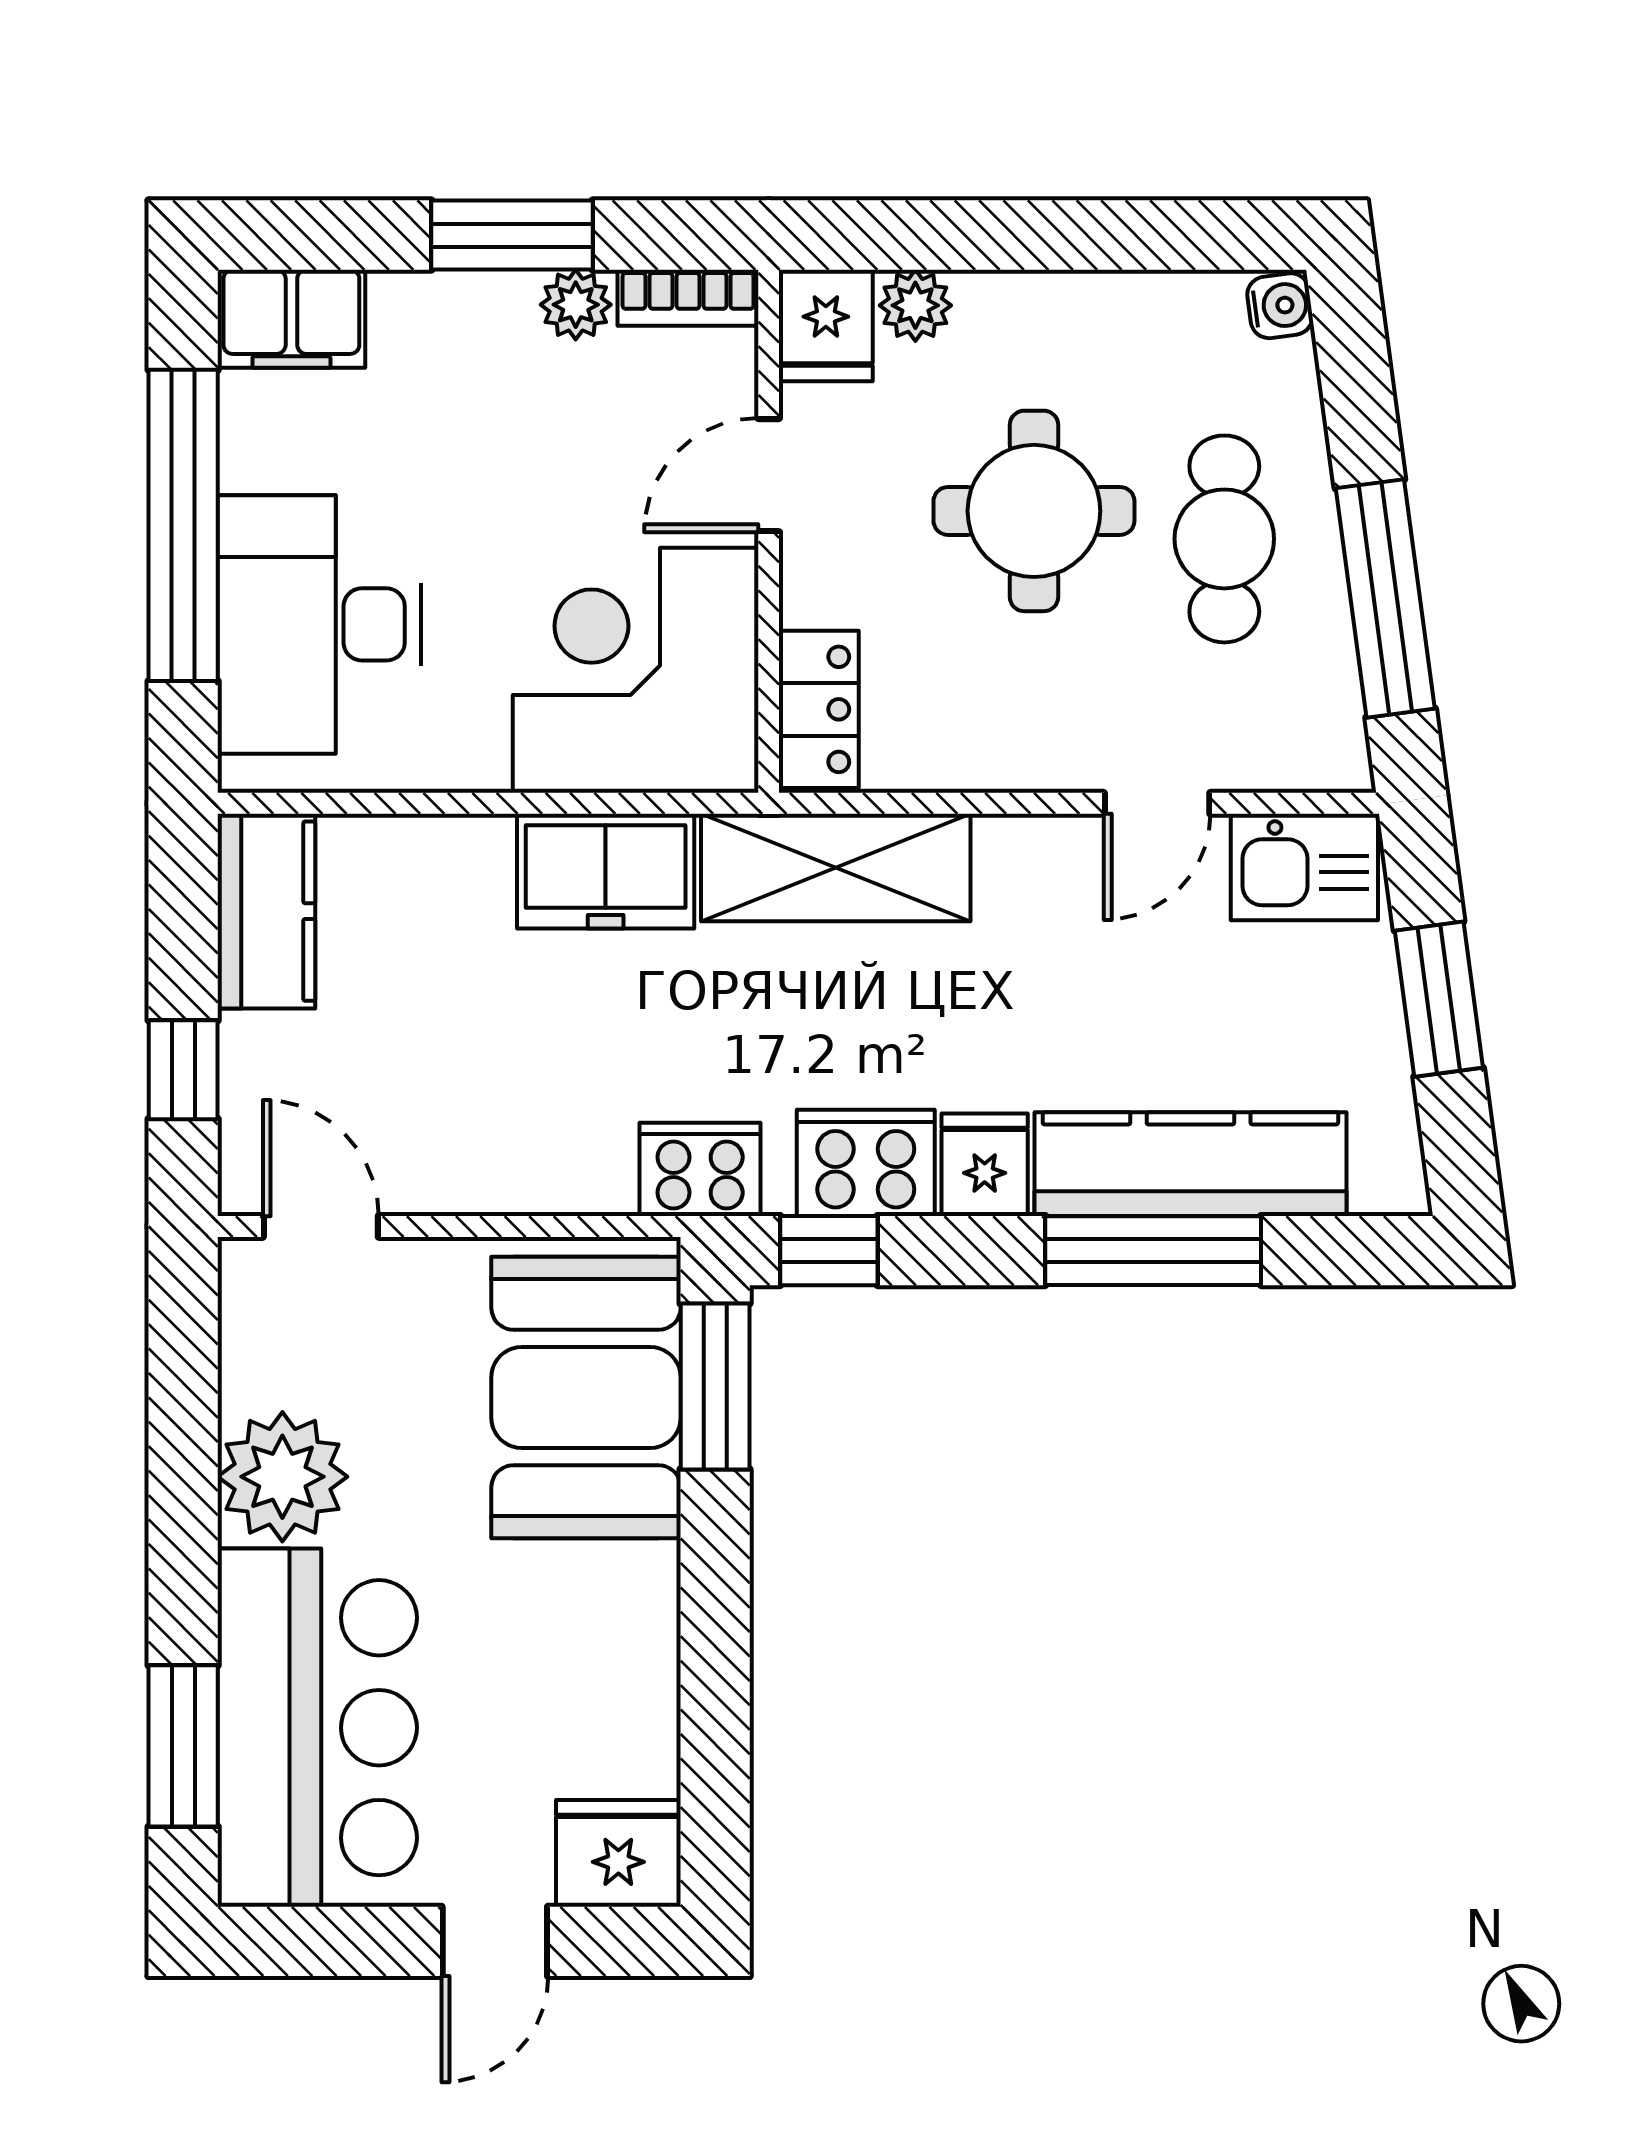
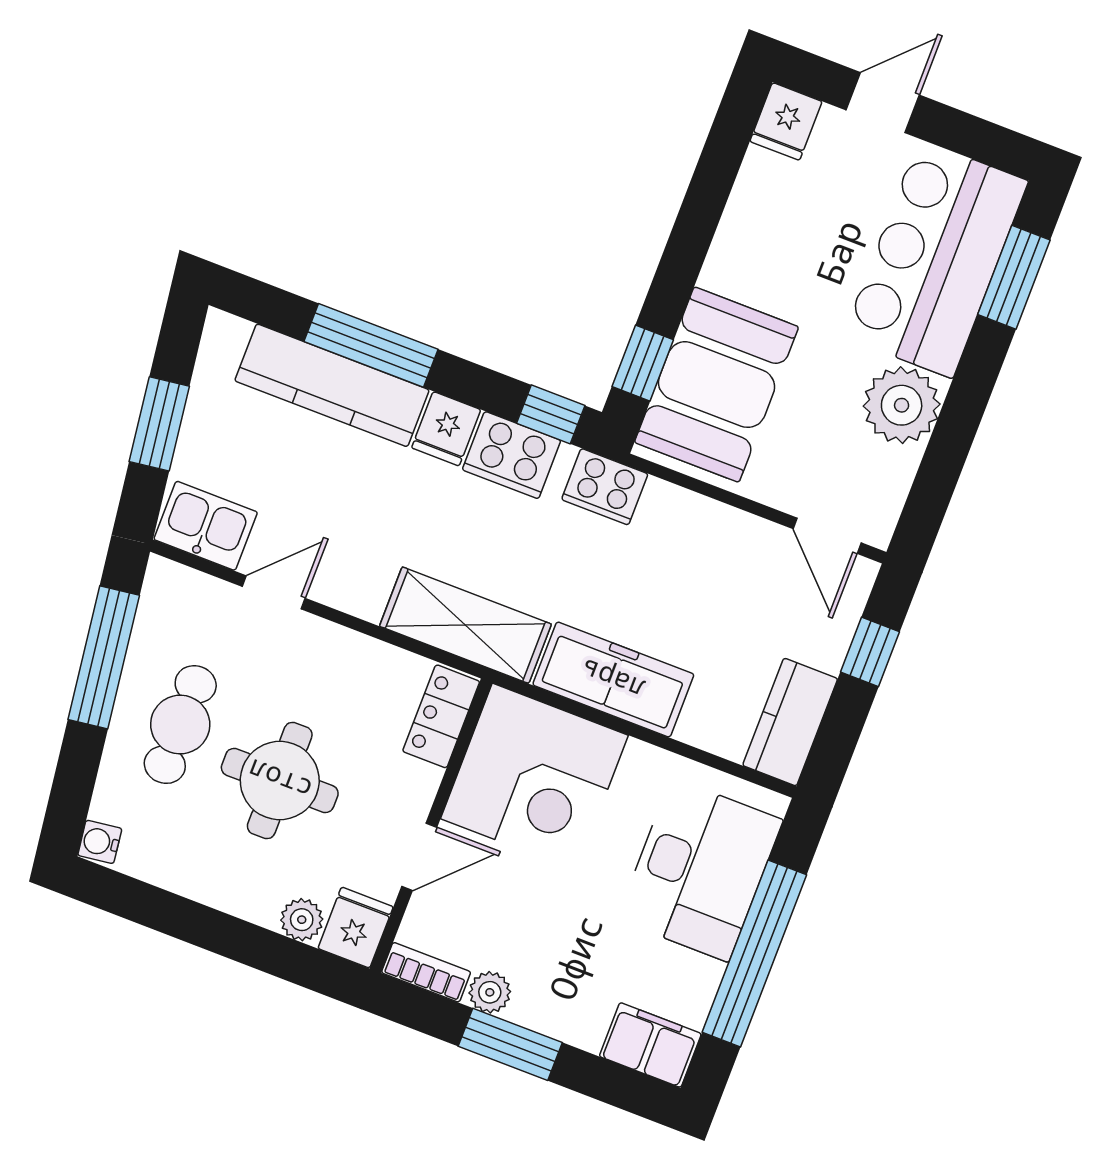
freezer: (606, 871) -> (613, 680), width x1.40
window: (715, 1386) -> (643, 363), width x0.67
fridge: (618, 1853) -> (786, 121), width x0.72

